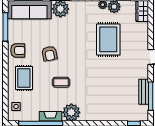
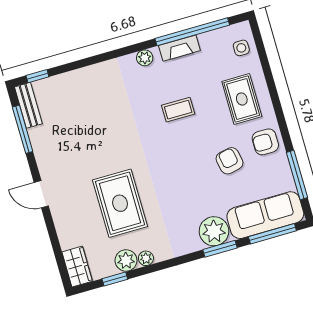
armchair: (50, 54) -> (230, 161), moved
bench: (144, 92) -> (28, 105), moved
plant: (71, 112) -> (145, 58), width x0.53, depth x0.53

